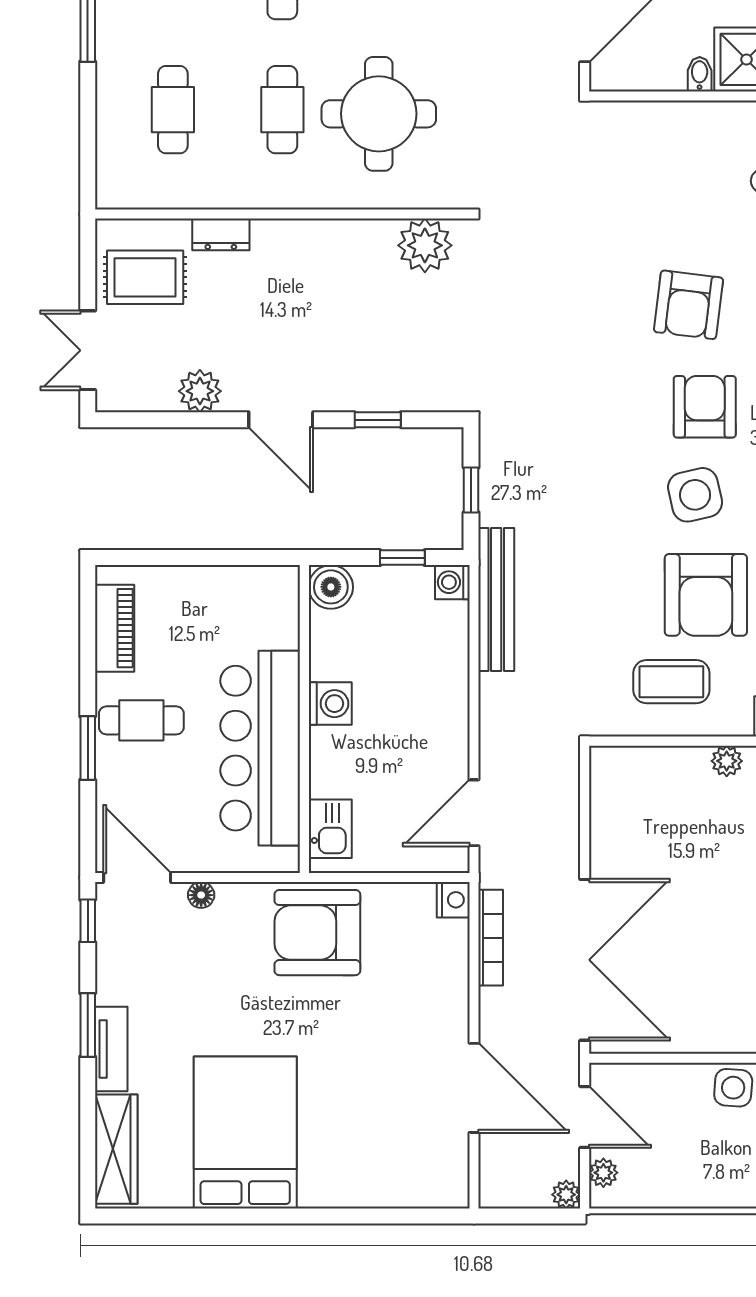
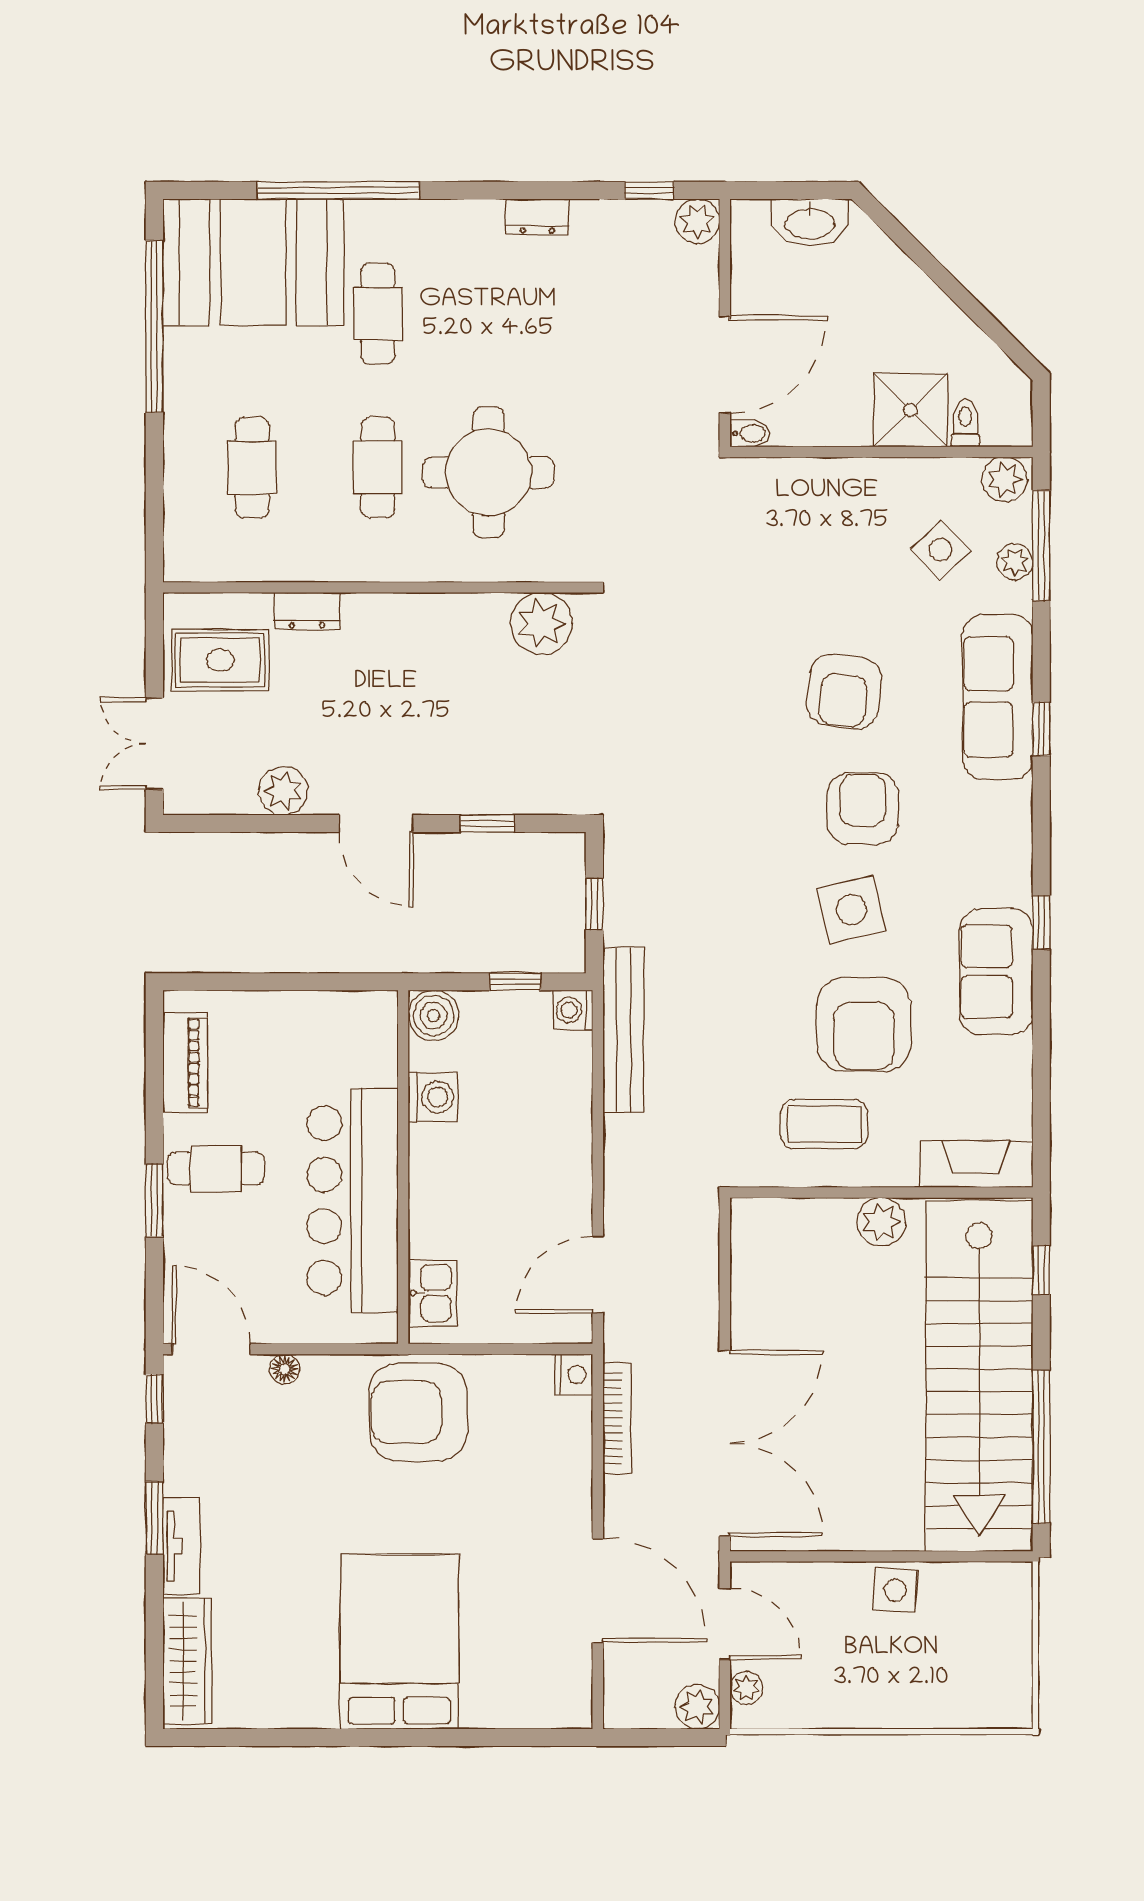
bidet: (700, 74) -> (750, 433), moved, turned 90
washing machine: (330, 704) -> (433, 1097), moved
plant: (727, 761) -> (881, 1222), width x1.38, depth x1.38
bed: (245, 1132) -> (399, 1642), moved
plant: (566, 1195) -> (697, 1707), width x1.38, depth x1.38

